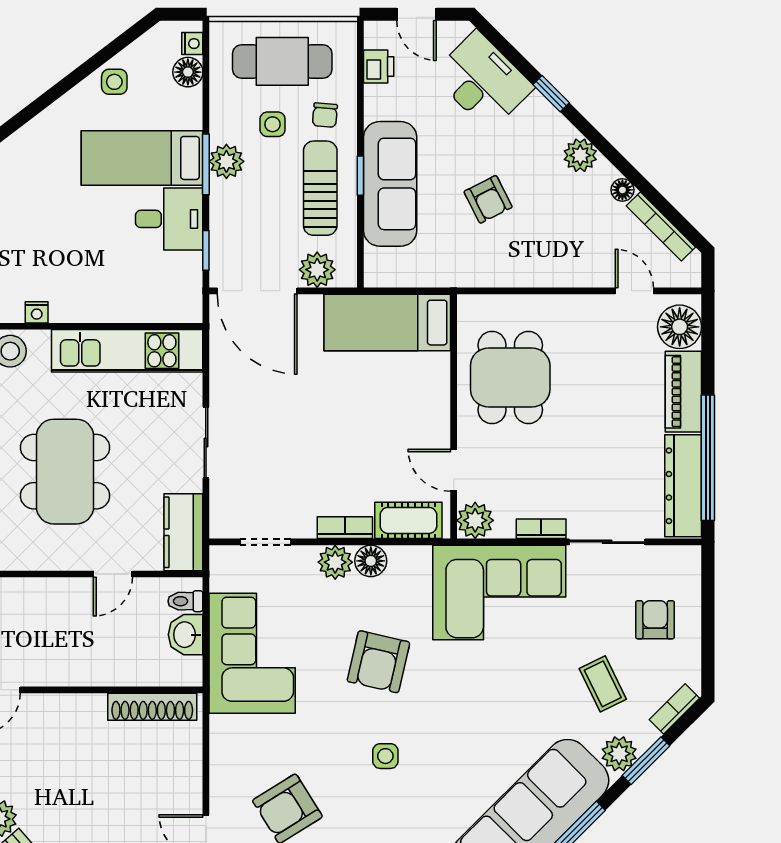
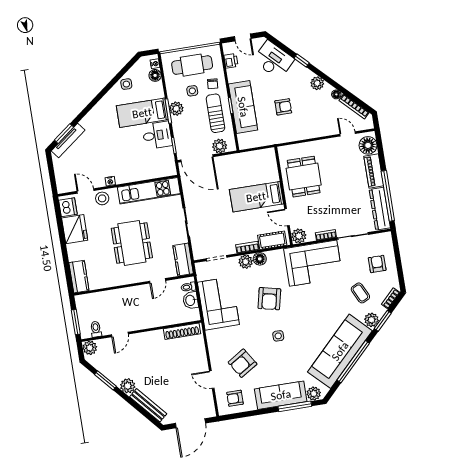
armchair: (488, 199) -> (283, 107), turned -63
bed: (387, 323) -> (256, 197), moved

